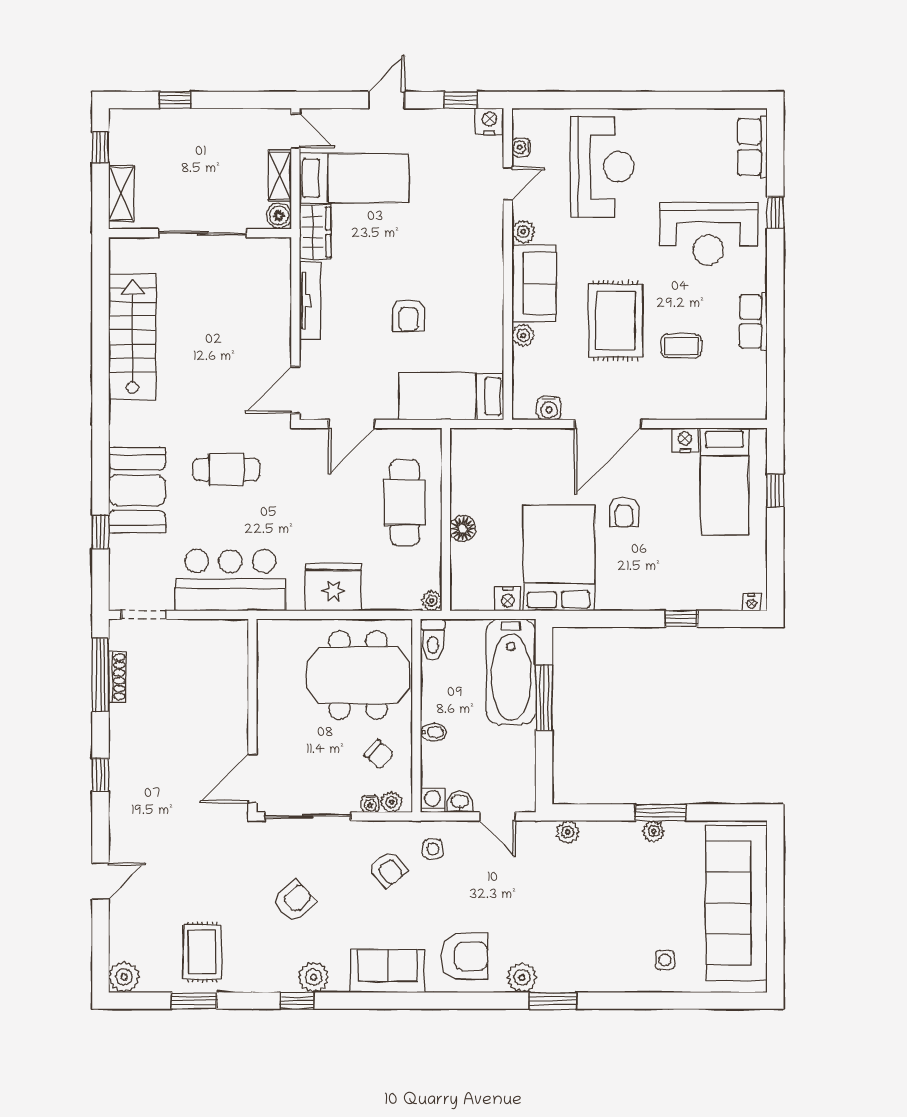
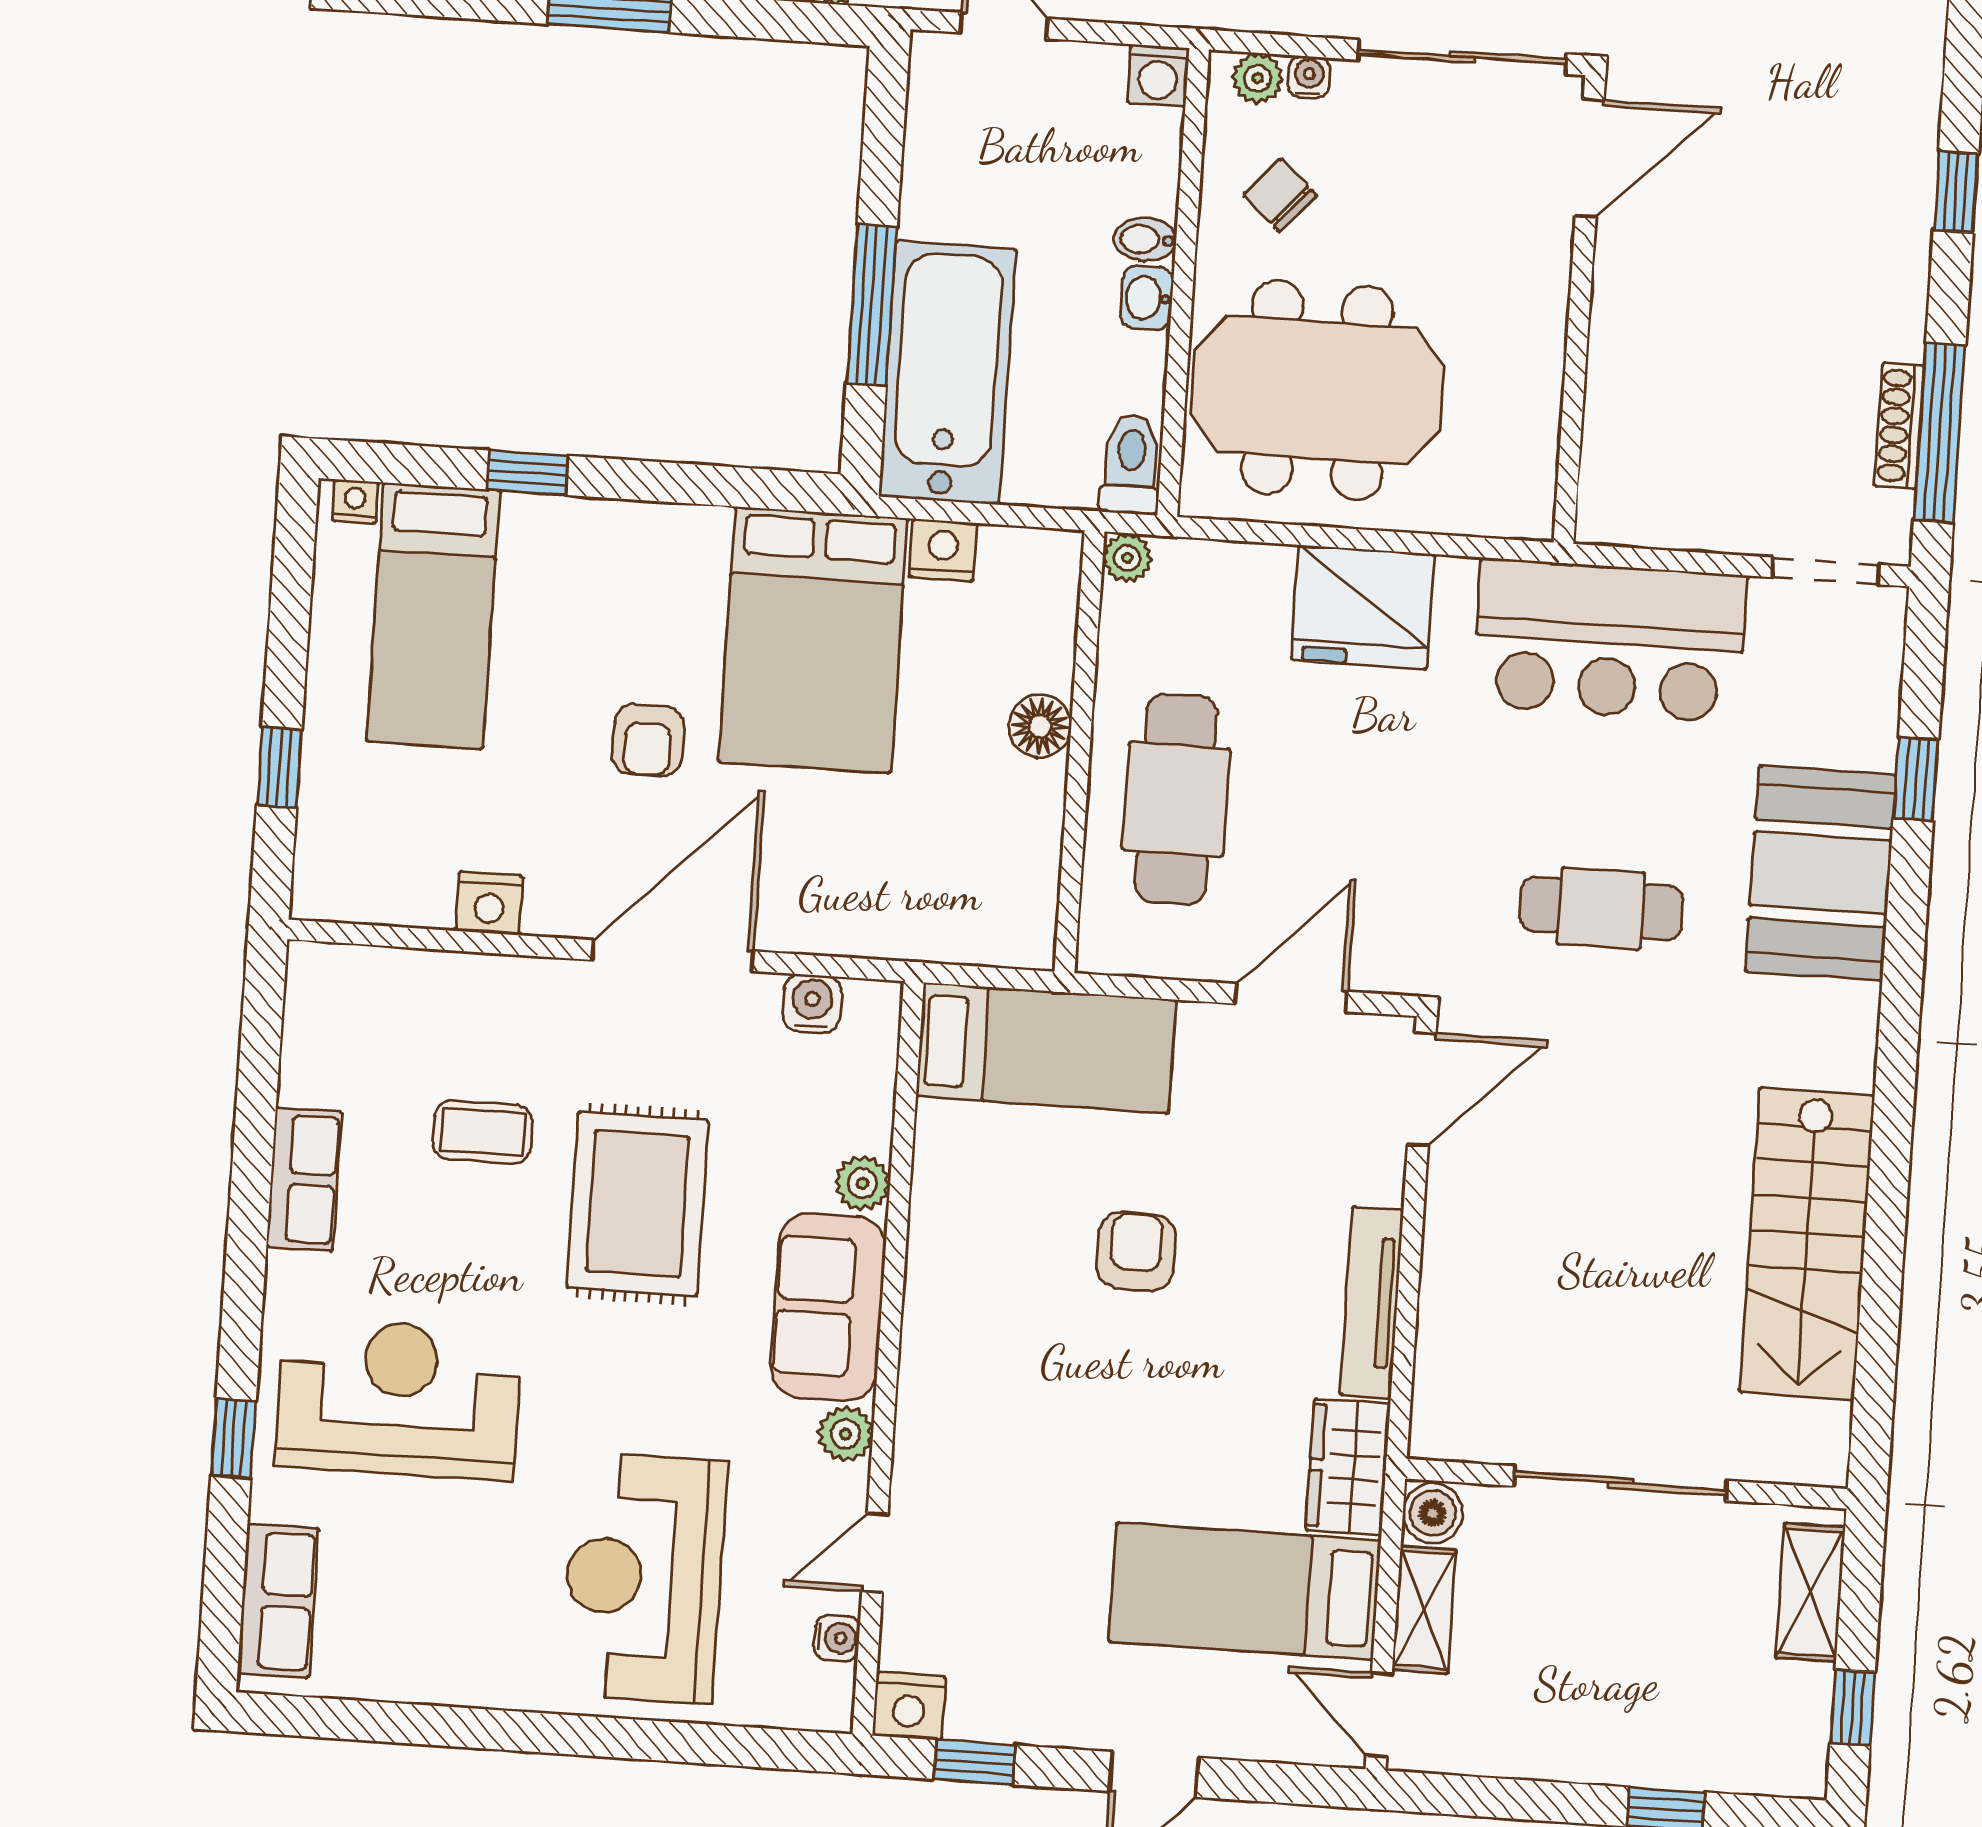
bed: (725, 482) -> (433, 616), moved, turned 180
armchair: (624, 512) -> (648, 740), turned 180
washbasin: (460, 802) -> (1147, 298), moved, turned 90

